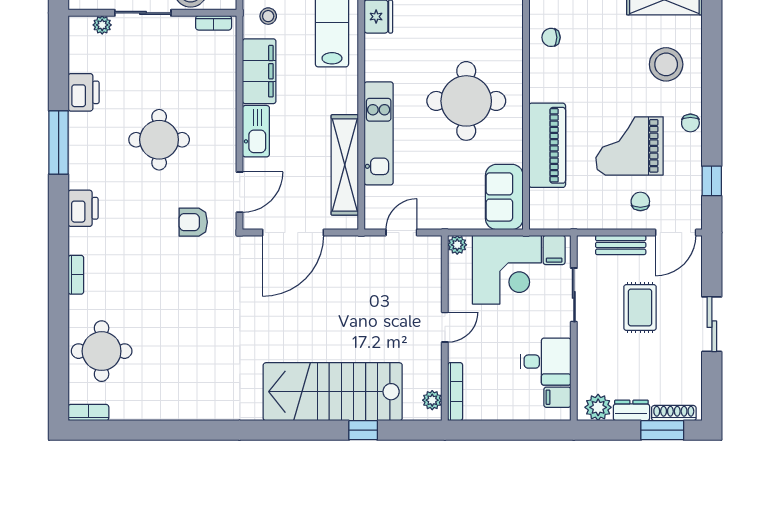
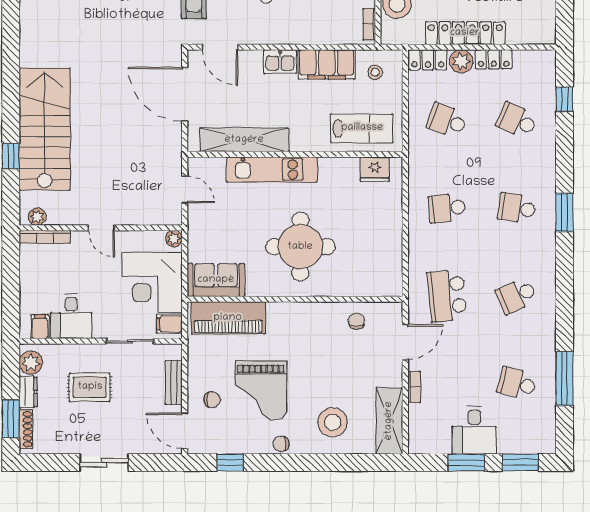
kitchen sink: (256, 131) -> (280, 62), width x0.73
piano: (547, 145) -> (228, 318), moved
grand piano: (630, 146) -> (261, 390), turned 180
rug: (640, 307) -> (90, 387), moved

